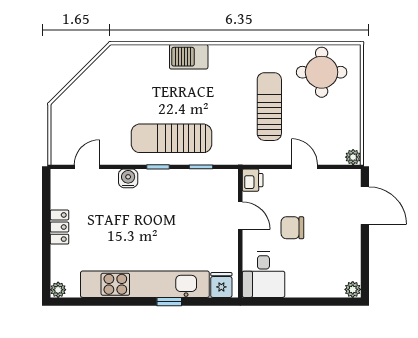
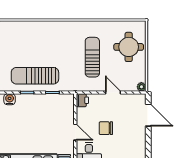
barbecue: (189, 57) -> (45, 28), removed
round table: (322, 72) -> (129, 47), moved
door: (240, 216) -> (75, 132), moved

